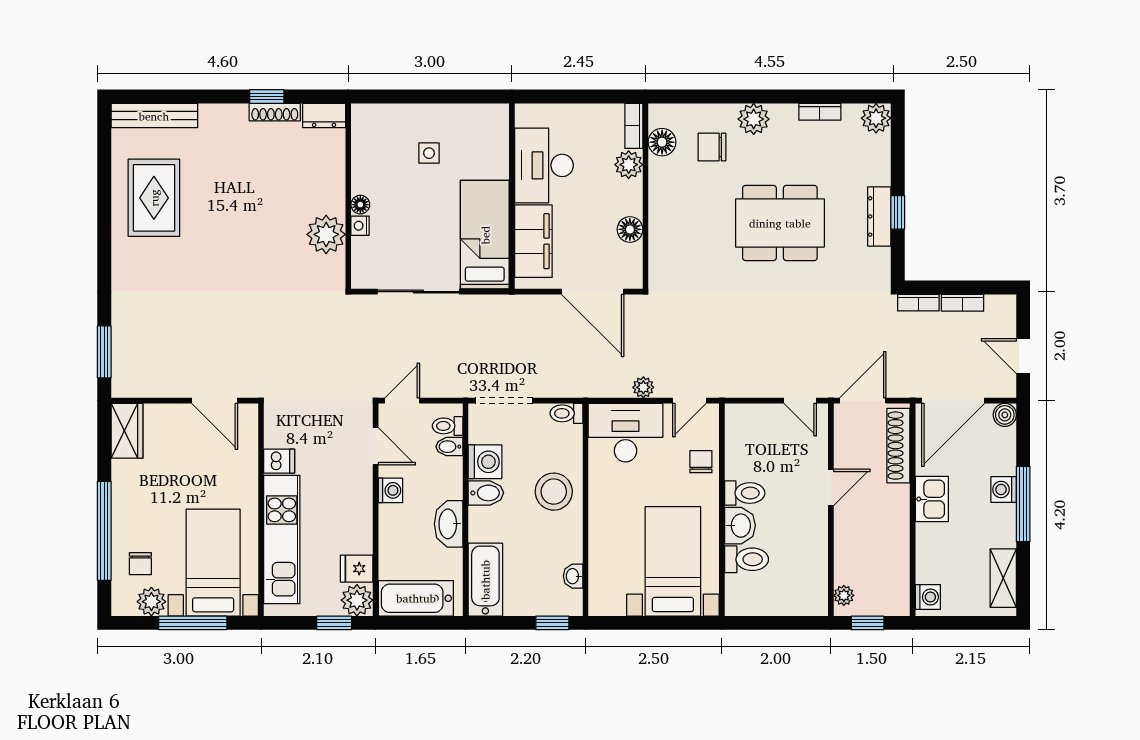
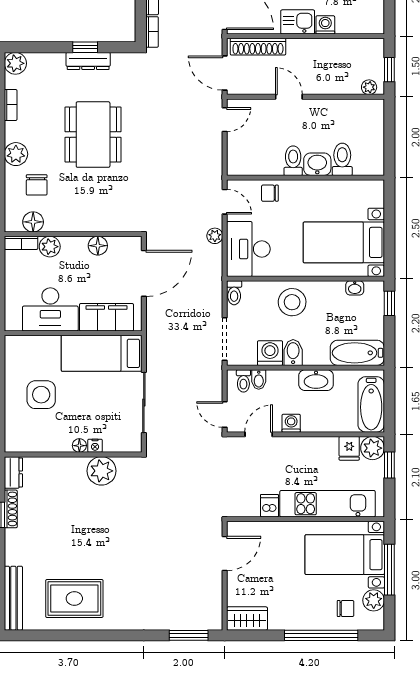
side table: (429, 153) -> (41, 395), width x1.87, depth x1.87
bed with nightstands: (673, 561) -> (344, 242), moved
washing machine: (928, 597) -> (325, 25), moved

